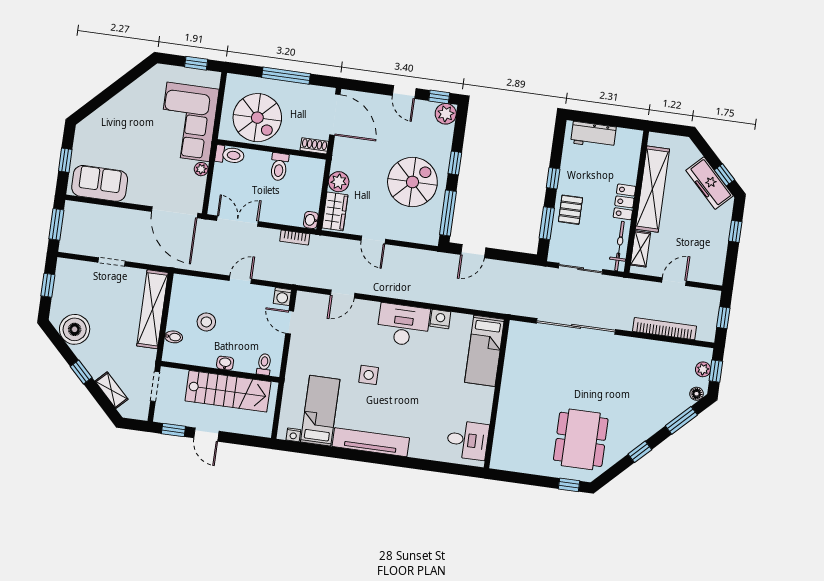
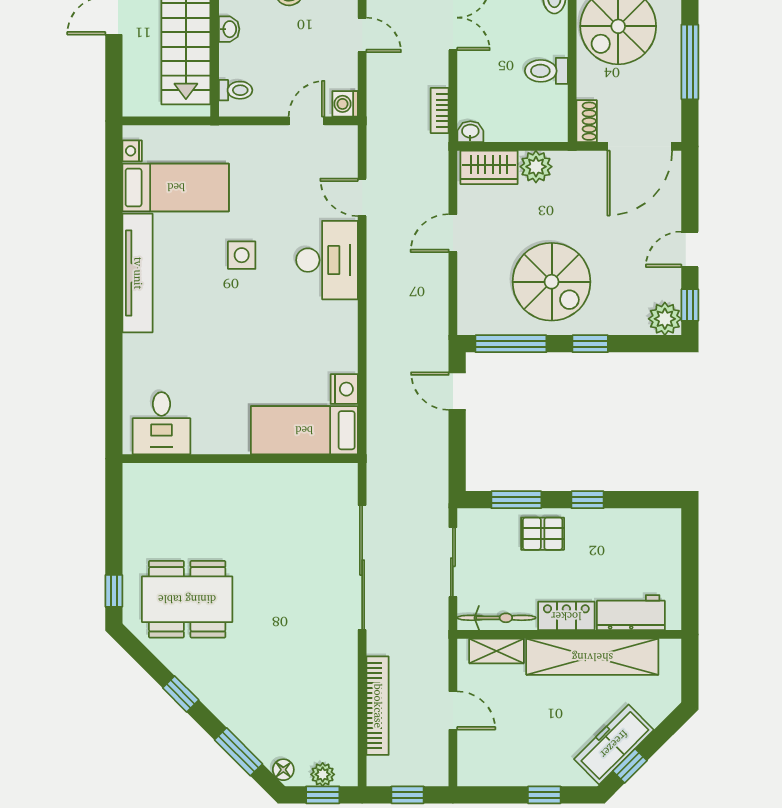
workbench: (593, 135) -> (631, 613), moved, turned 90
nightstand: (440, 319) -> (344, 389), moved
desk: (403, 325) -> (327, 260), moved

